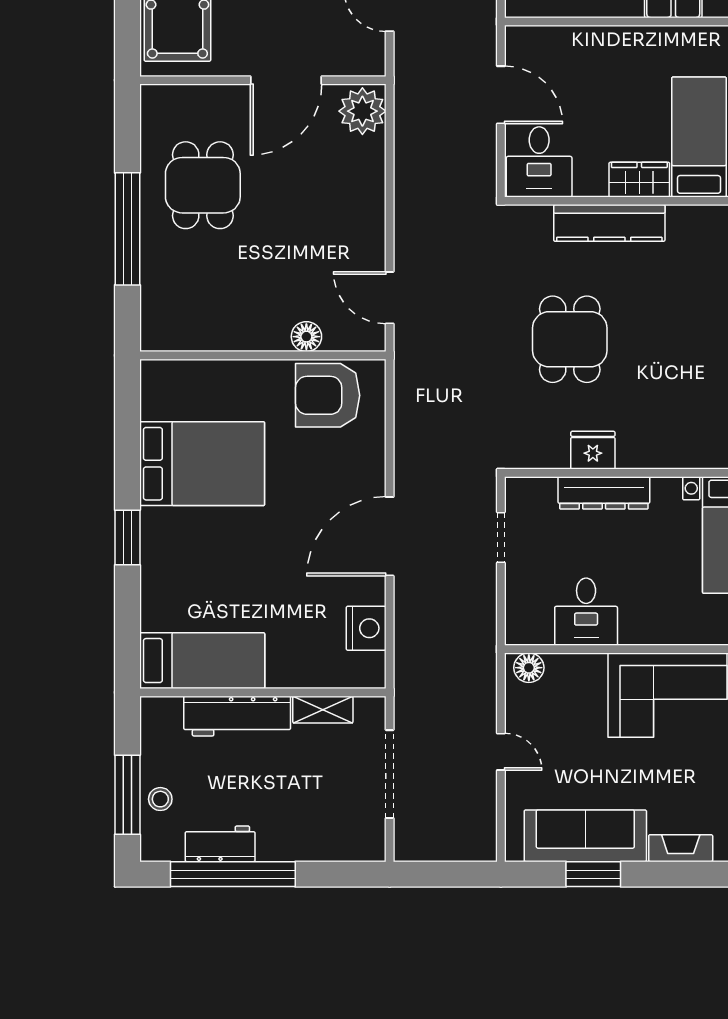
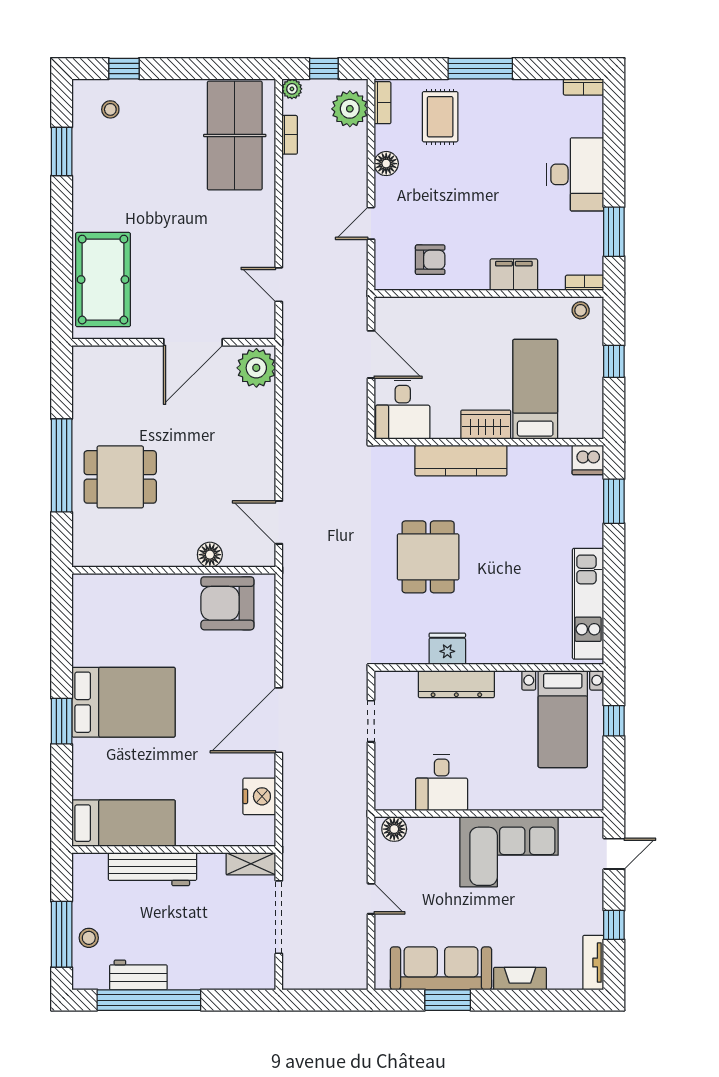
dining table: (203, 185) -> (120, 477), moved, turned 90
bed: (202, 464) -> (123, 702), moved
shelving: (323, 710) -> (251, 864), moved

